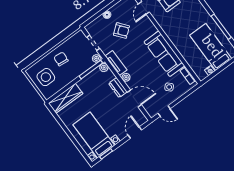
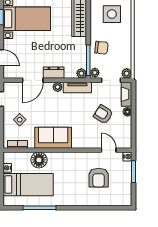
fireplace: (95, 25) -> (127, 94), added
armchair: (121, 31) -> (103, 114), turned 71
plant: (80, 35) -> (127, 73), added
floor lamp: (188, 52) -> (39, 160), added
sofa: (164, 54) -> (53, 138), width x0.73
chair: (61, 59) -> (101, 48), moved

